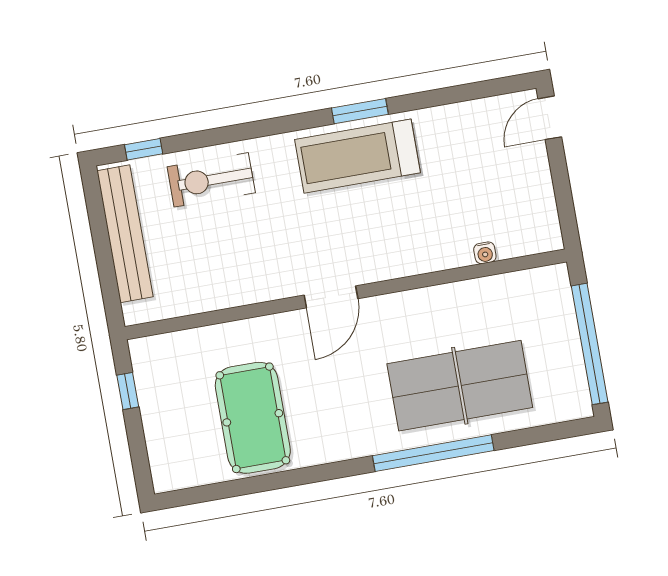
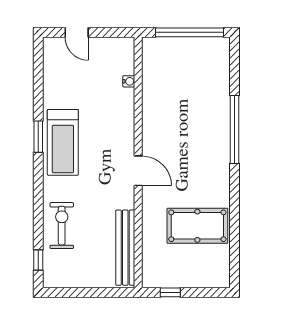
door: (550, 118) -> (77, 32), moved
exercise bike: (211, 180) -> (62, 226), turned 180
bench: (125, 234) -> (125, 248), moved, turned 90
table tennis table: (460, 386) -> (200, 108), removed

